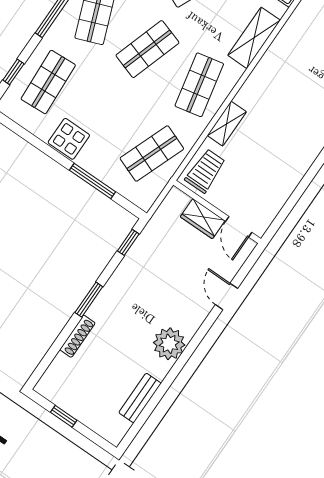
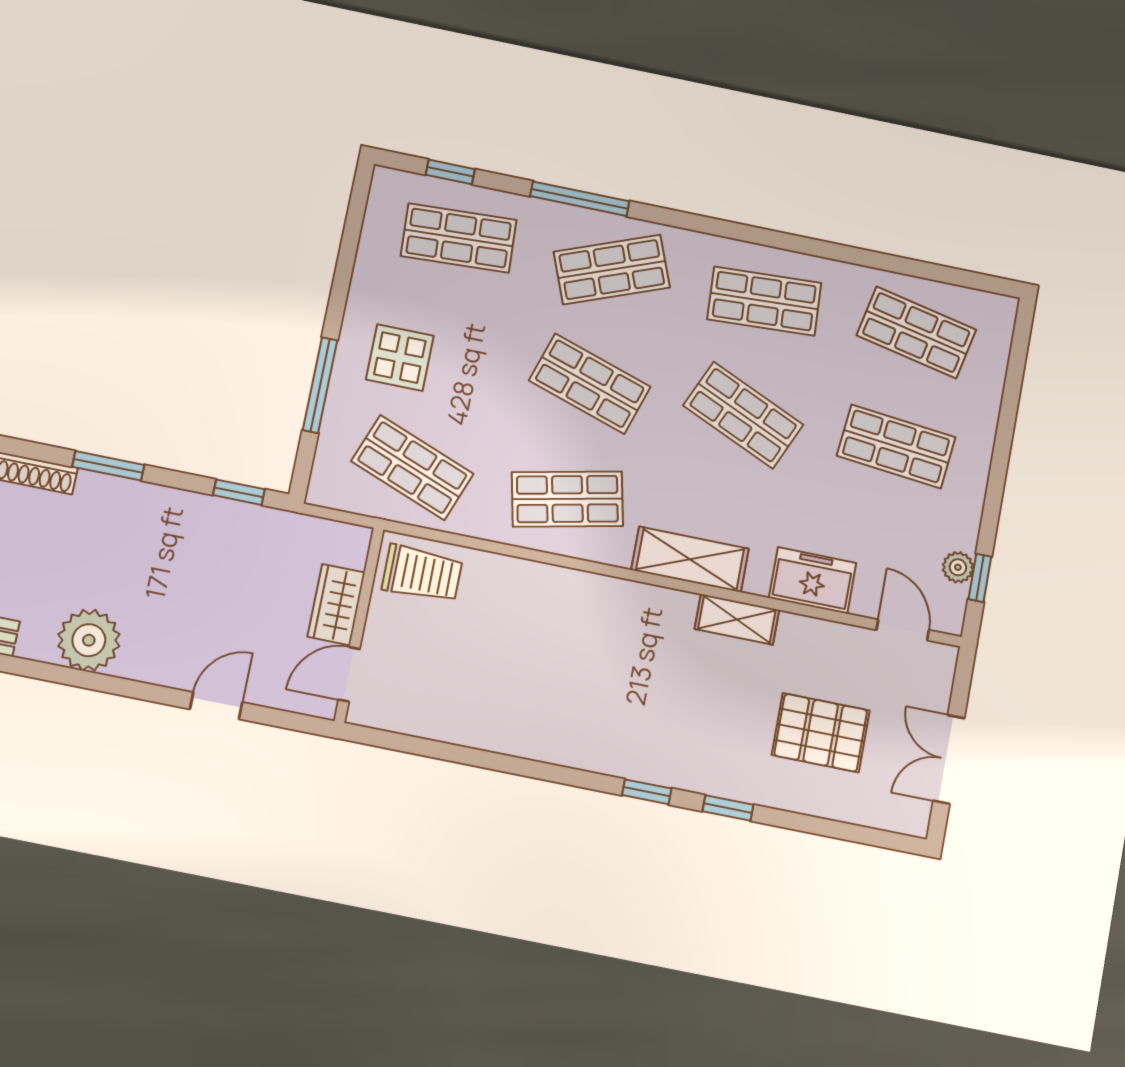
shelving: (227, 124) -> (737, 619), moved
display table: (69, 139) -> (400, 358), moved

